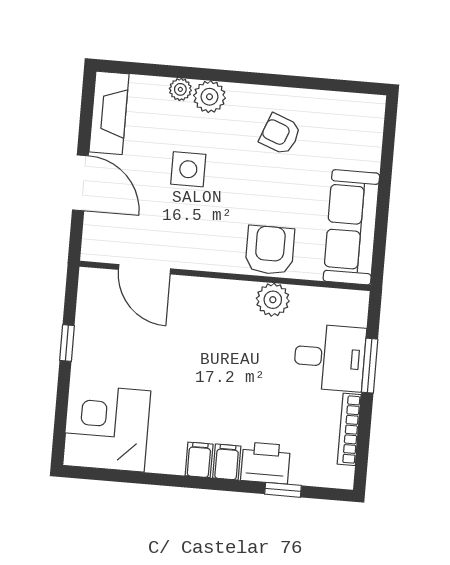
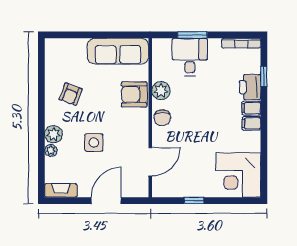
fireplace: (109, 113) -> (61, 190), width x0.73, depth x0.76
chair: (223, 298) -> (162, 118), added
bookcase: (349, 429) -> (241, 43), moved

